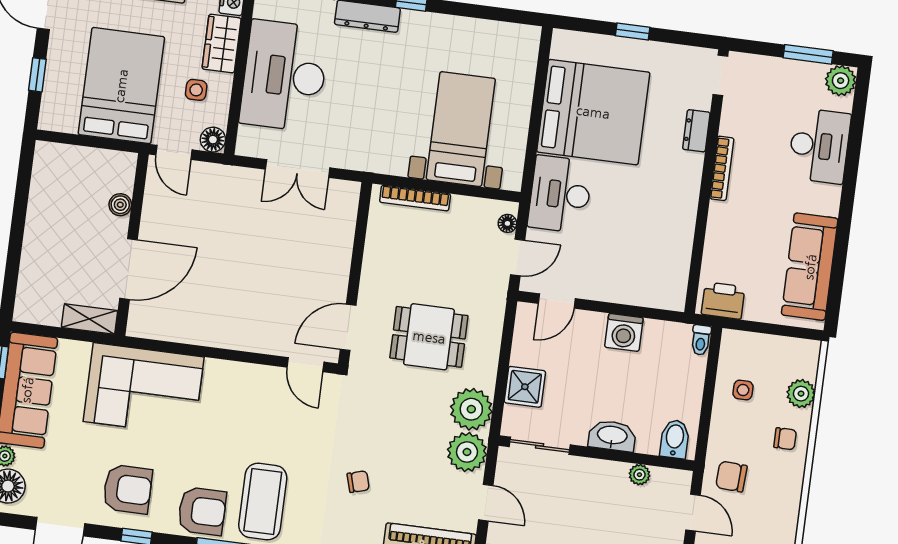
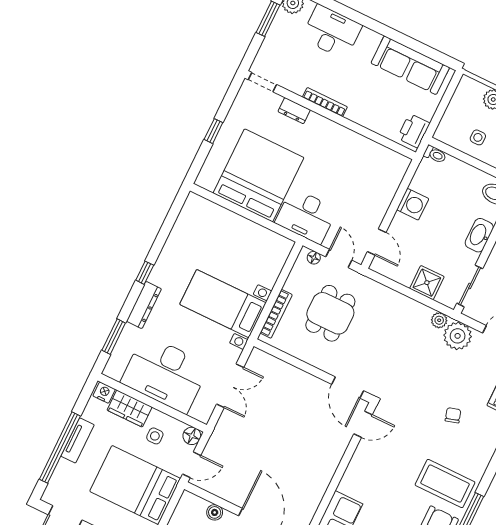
bed with nightstands: (461, 129) -> (223, 304), moved
dining table: (429, 337) -> (330, 313), moved
plant: (471, 409) -> (439, 320), width x0.53, depth x0.53

